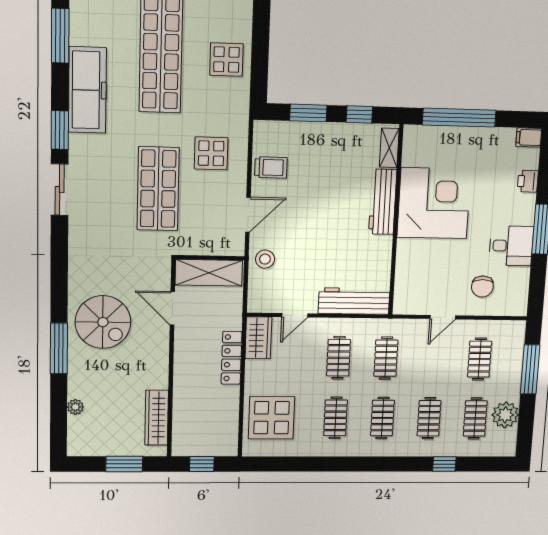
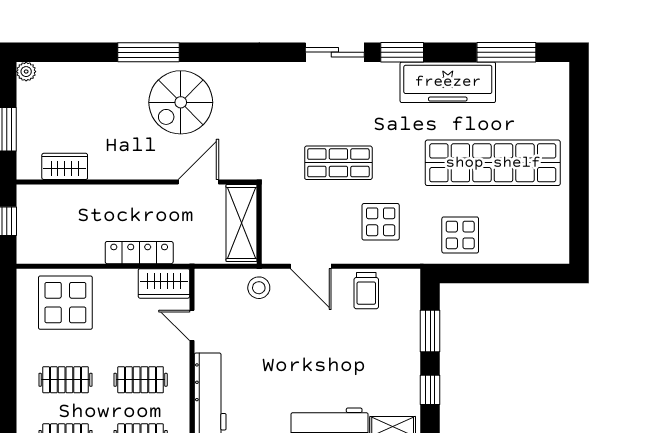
display table: (226, 60) -> (460, 235), moved
shop shelf: (158, 189) -> (338, 163), width x0.70, depth x0.74
plant: (75, 407) -> (26, 72), moved
wardrobe: (157, 418) -> (65, 166), width x0.67

